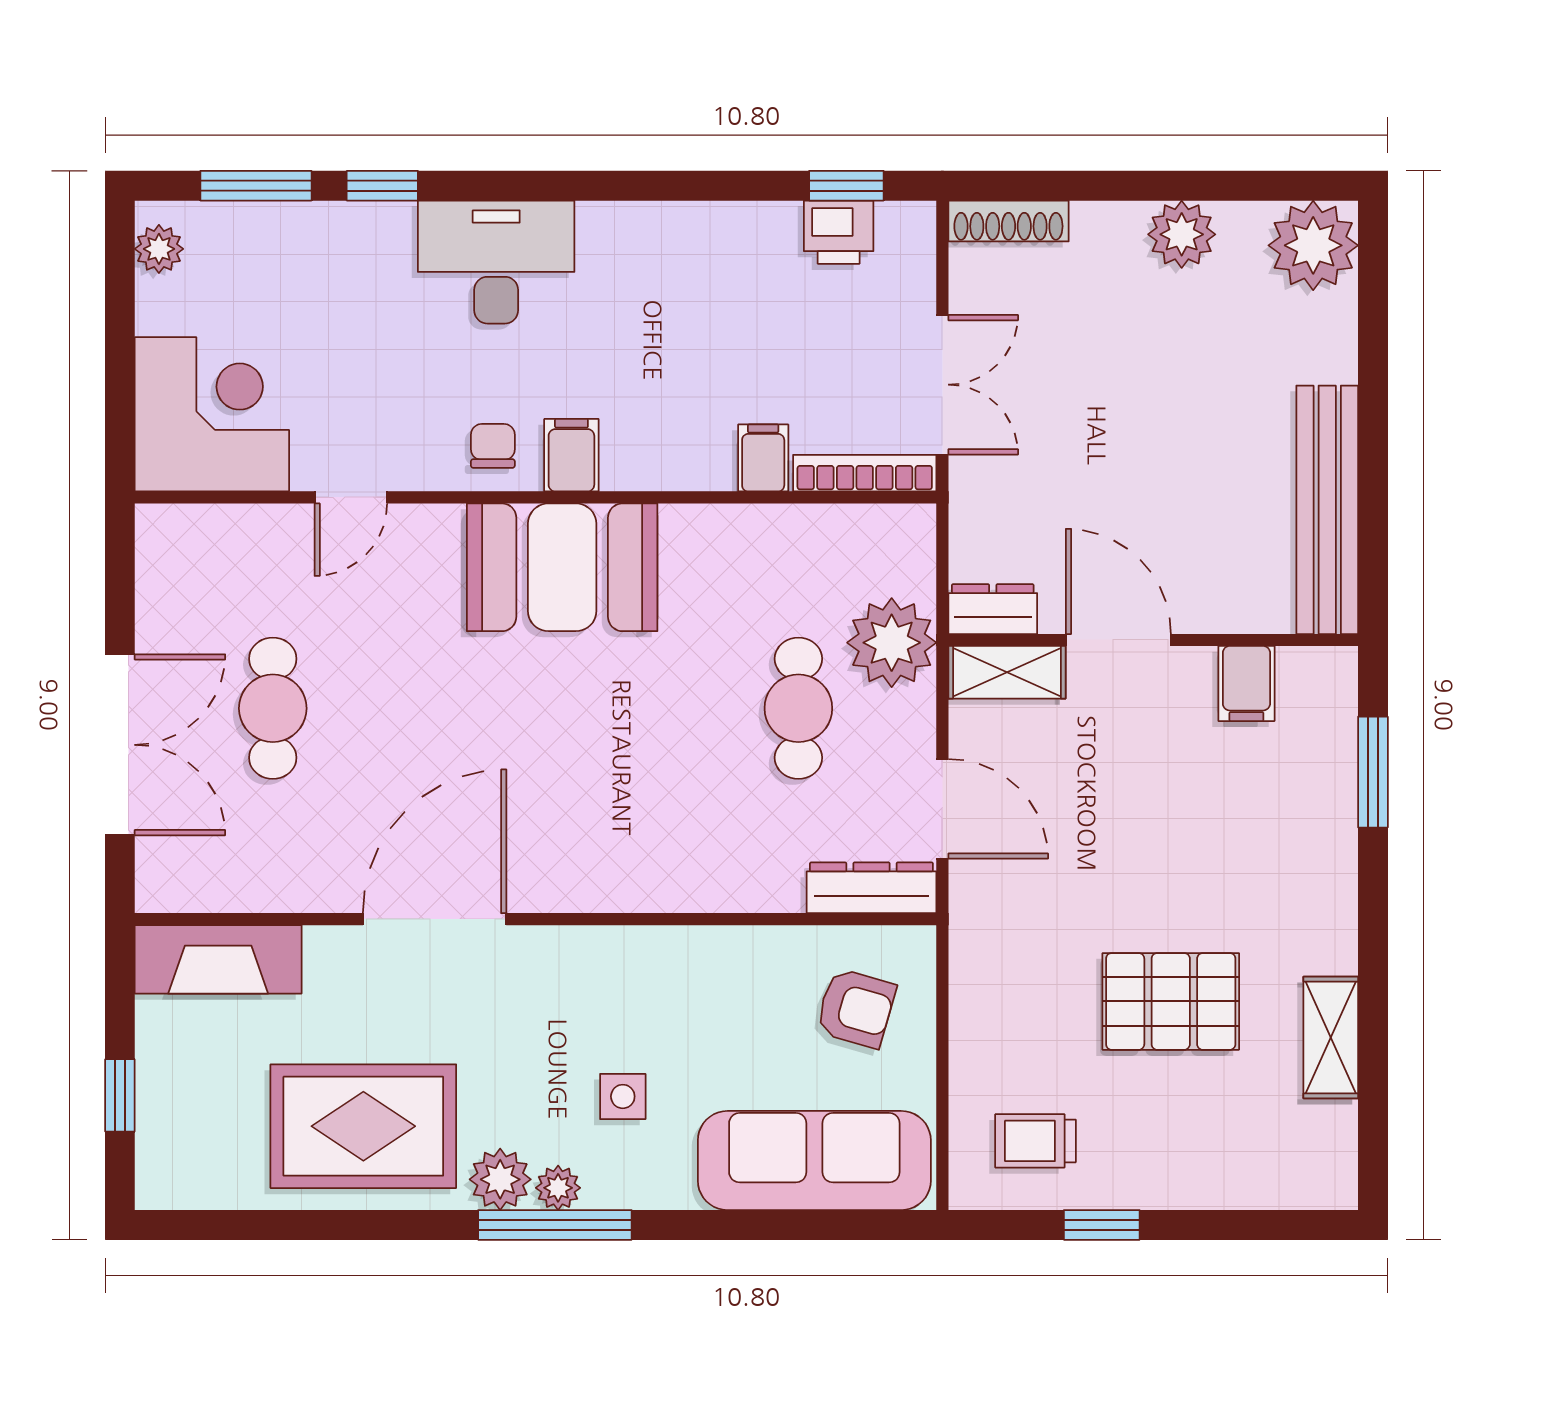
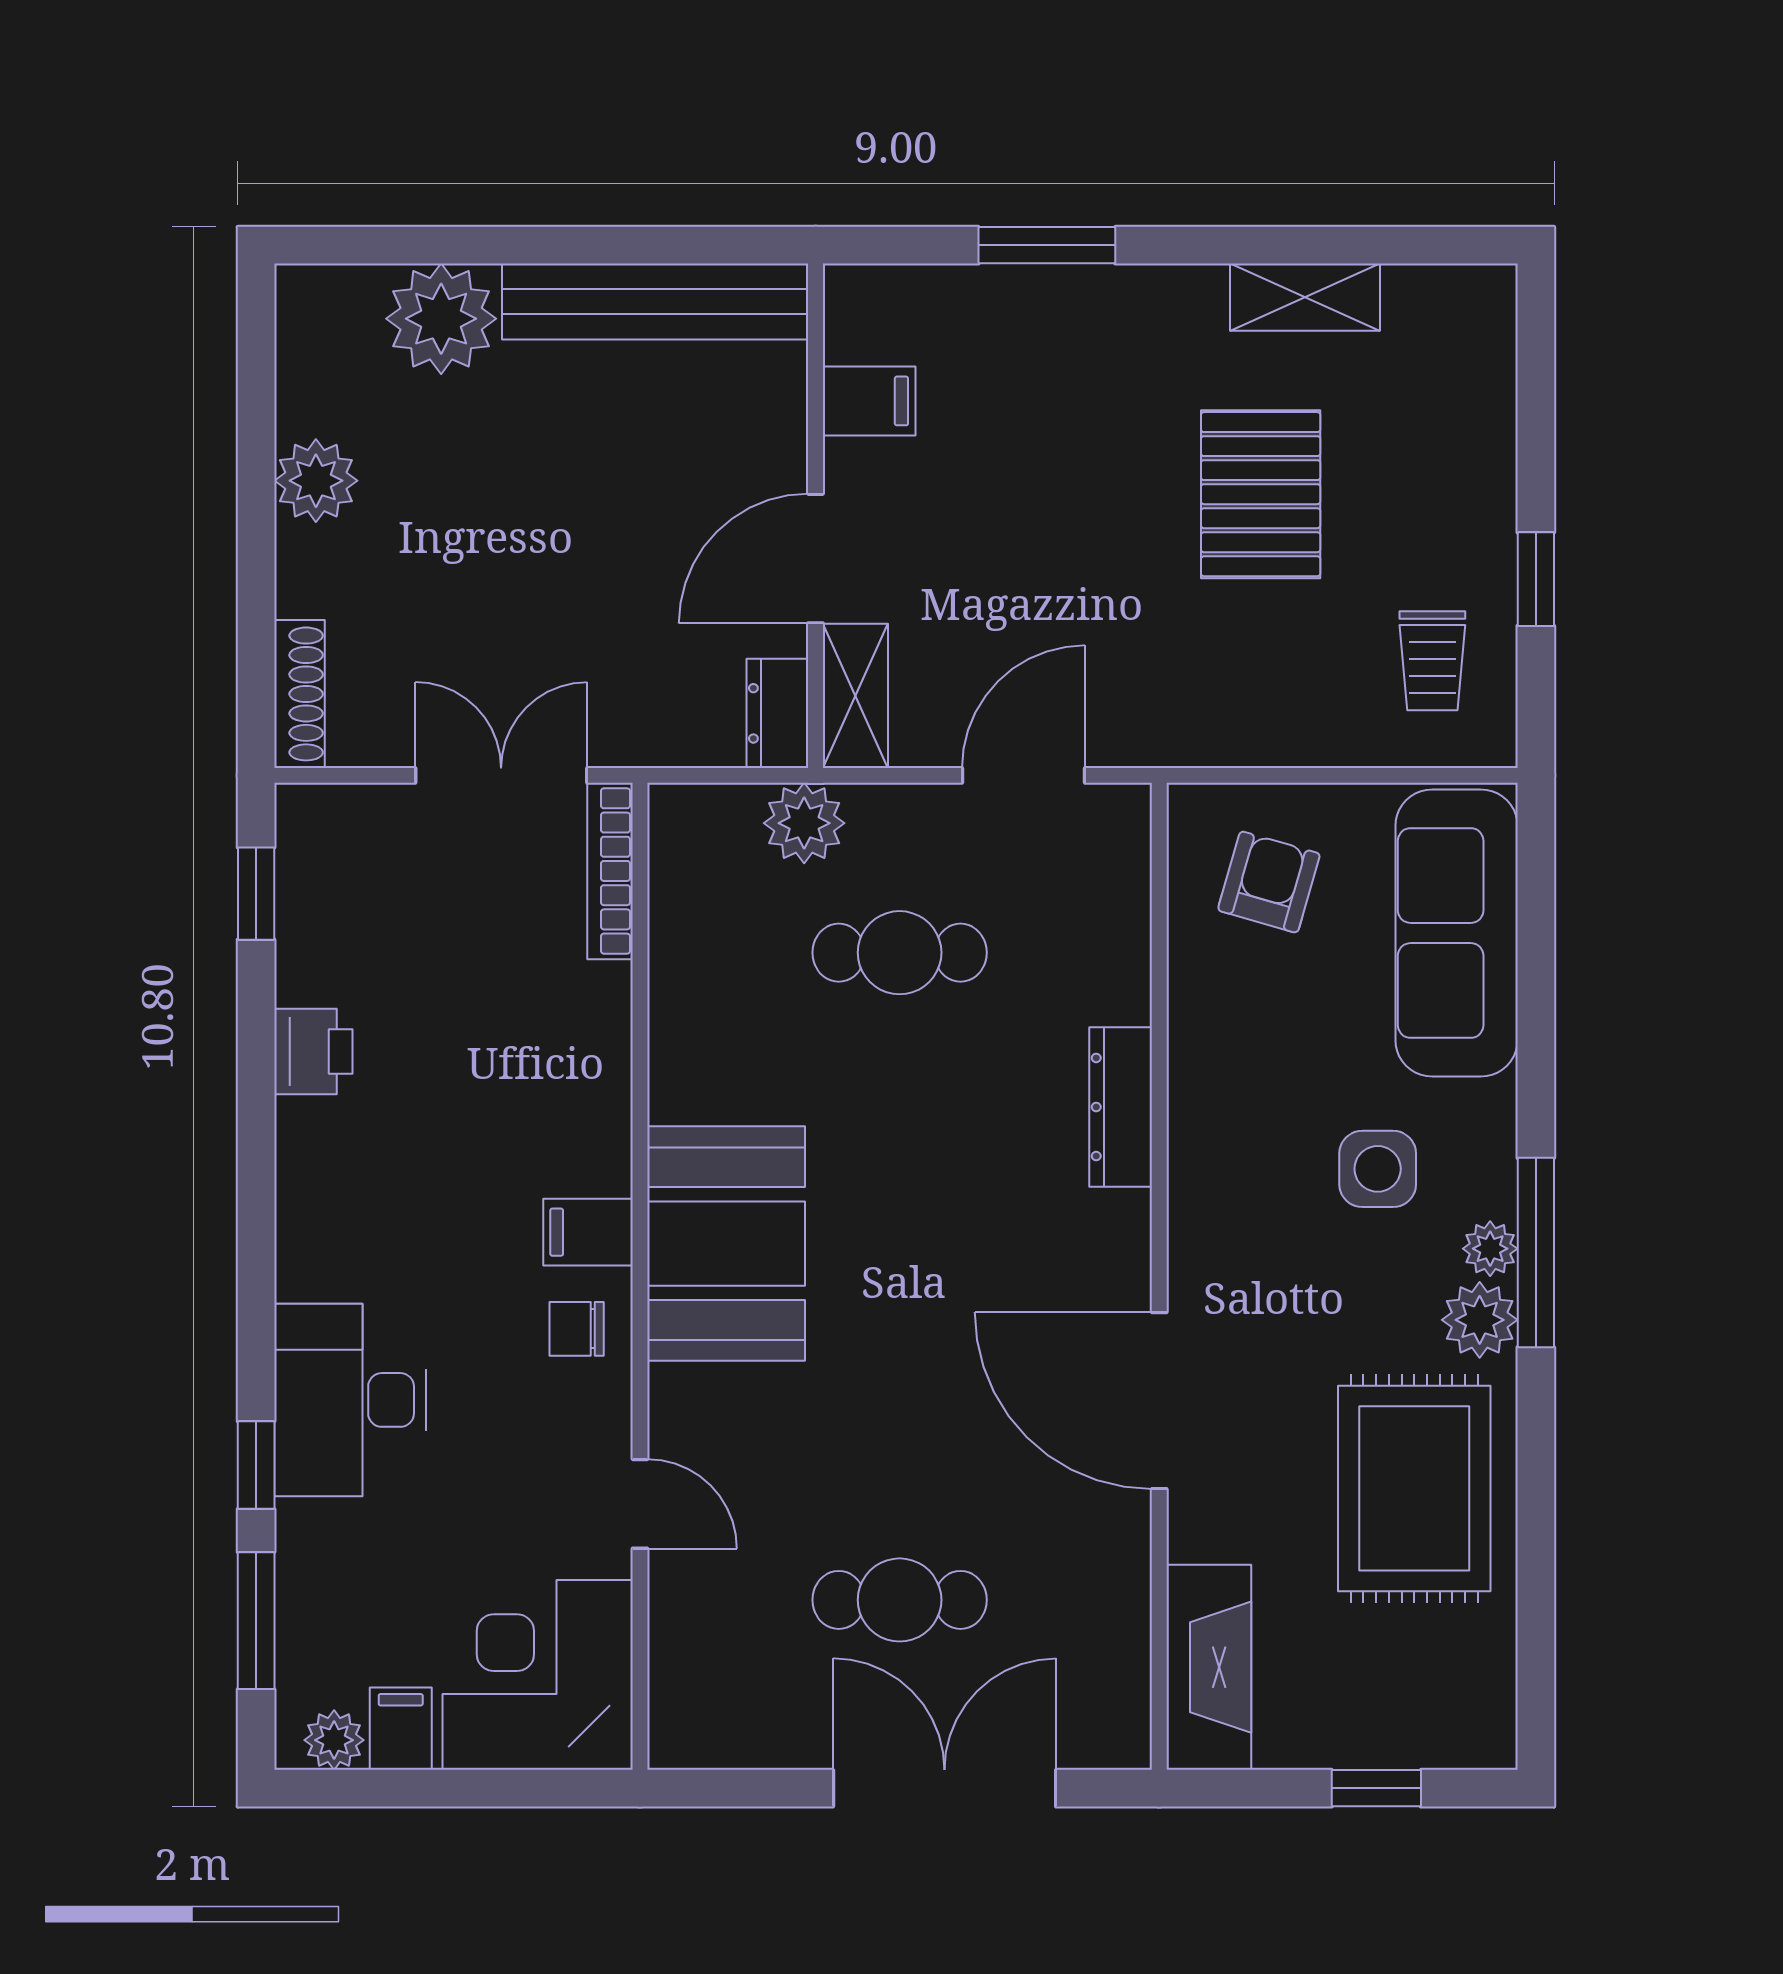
printer: (839, 232) -> (313, 1052), moved
plant: (1313, 245) -> (441, 319), moved
desk: (496, 262) -> (350, 1400), moved
filing cabinet: (763, 458) -> (401, 1729), moved, turned 90
plant: (892, 643) -> (804, 823), width x0.73, depth x0.73
window: (1373, 772) -> (1047, 245), moved
dresser: (871, 888) -> (1121, 1107), moved
side table: (623, 1096) -> (1378, 1169), width x1.37, depth x1.37

